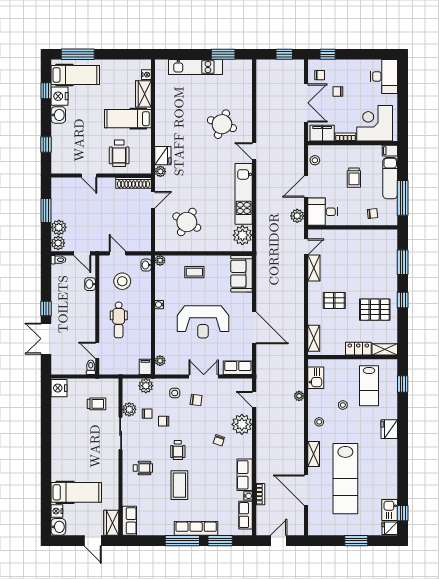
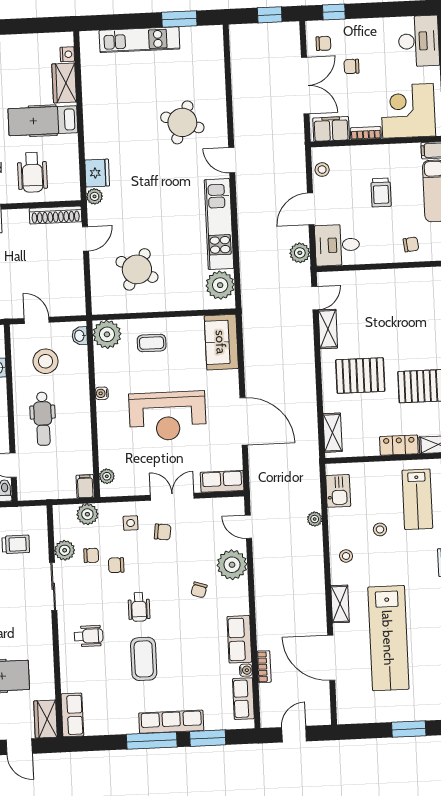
plant: (160, 260) -> (107, 334), width x1.88, depth x1.88
pallet: (334, 300) -> (360, 376), width x1.50, depth x1.42

